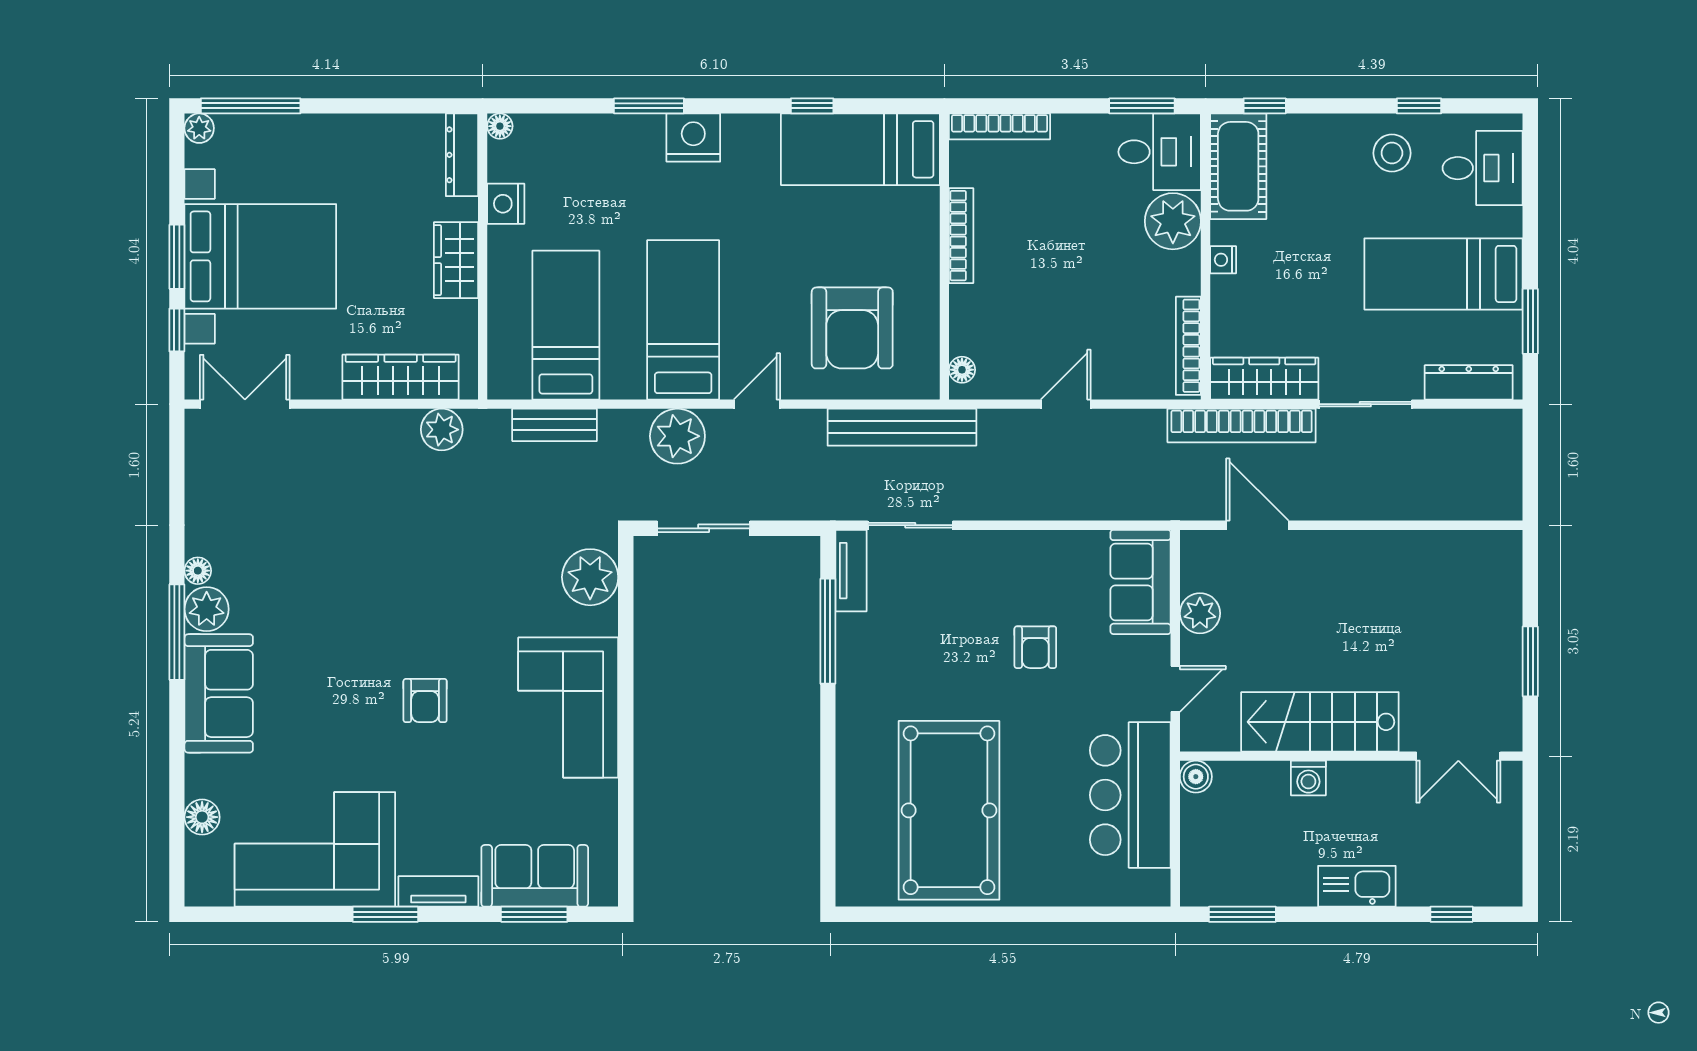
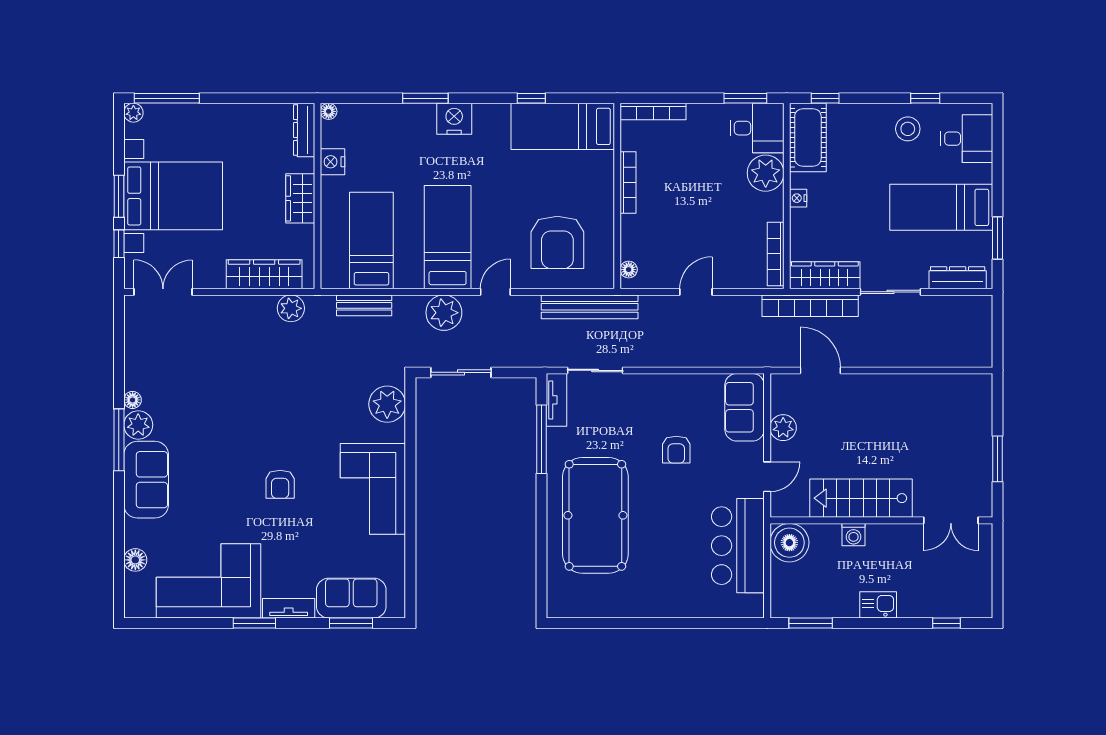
boiler: (1196, 777) -> (789, 543), width x1.86, depth x1.86
pool table: (949, 810) -> (595, 515), moved
kitchen sink: (1357, 886) -> (878, 605), width x0.73

